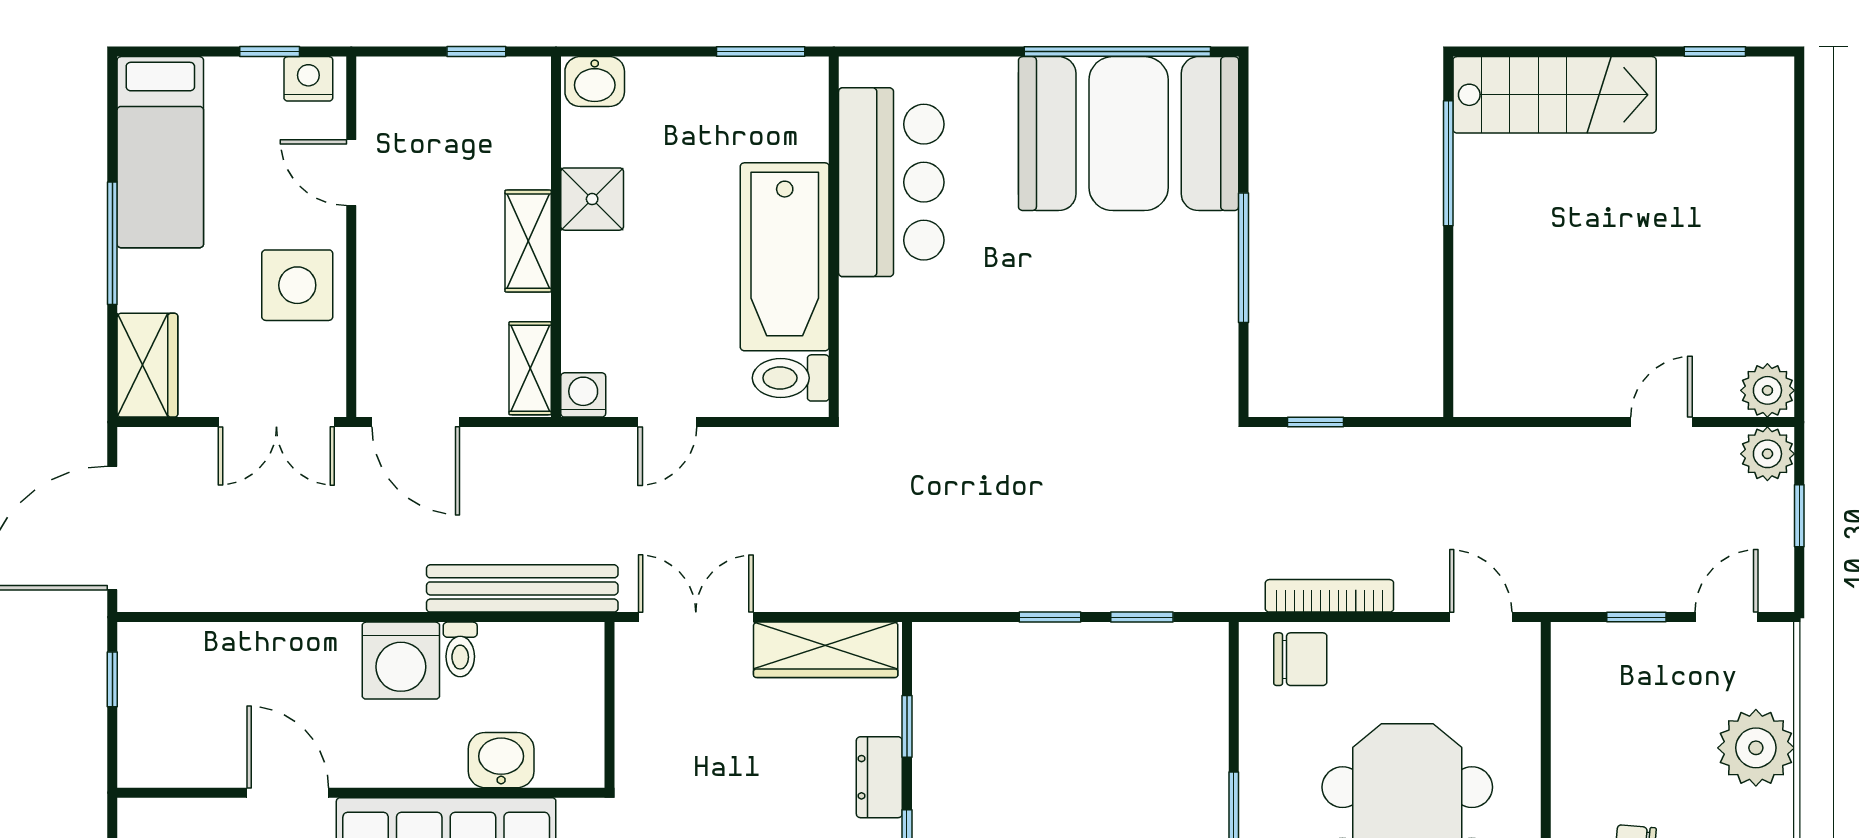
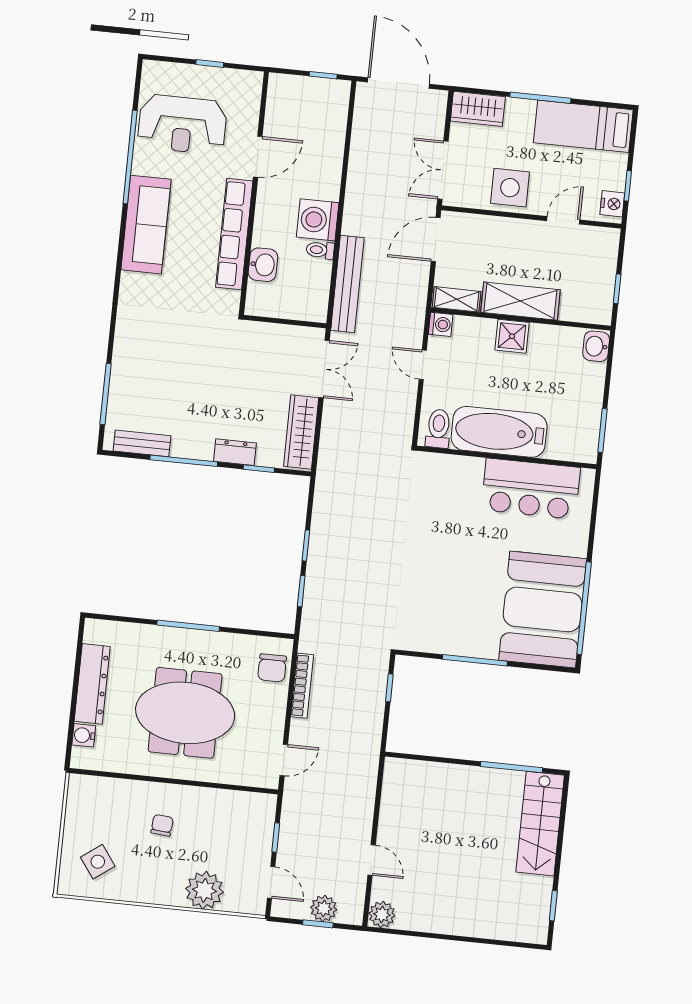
shower: (592, 199) -> (512, 336), moved
shelving: (528, 241) -> (520, 301), width x1.50, depth x1.33
plant: (1767, 454) -> (324, 908), moved

